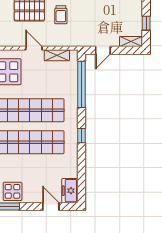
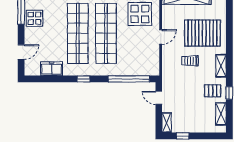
shelving: (57, 55) -> (154, 57), removed
freezer: (70, 191) -> (52, 69), moved

